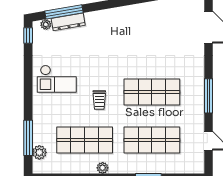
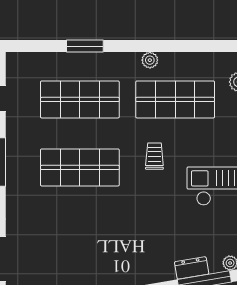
dresser: (68, 22) -> (192, 268), width x0.70

